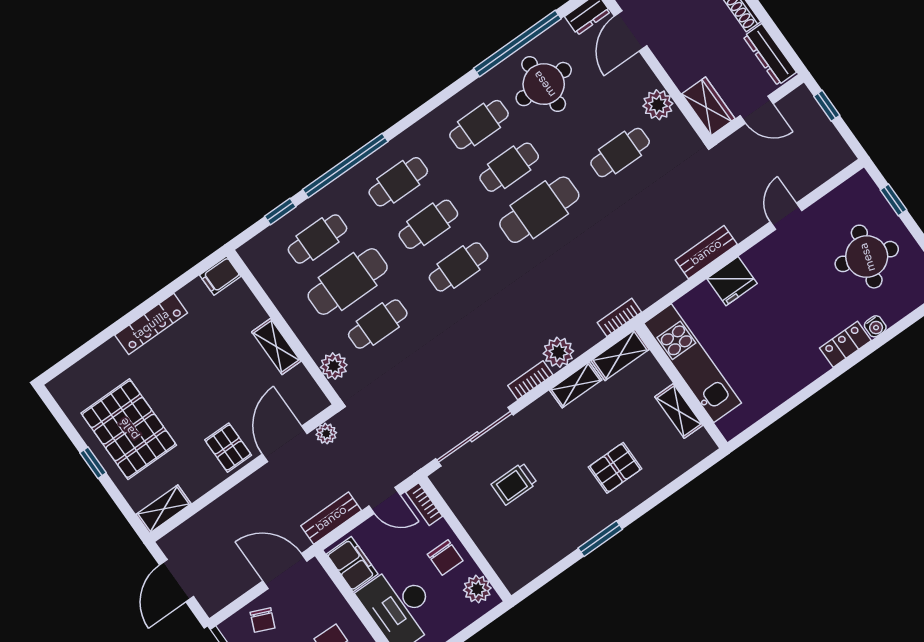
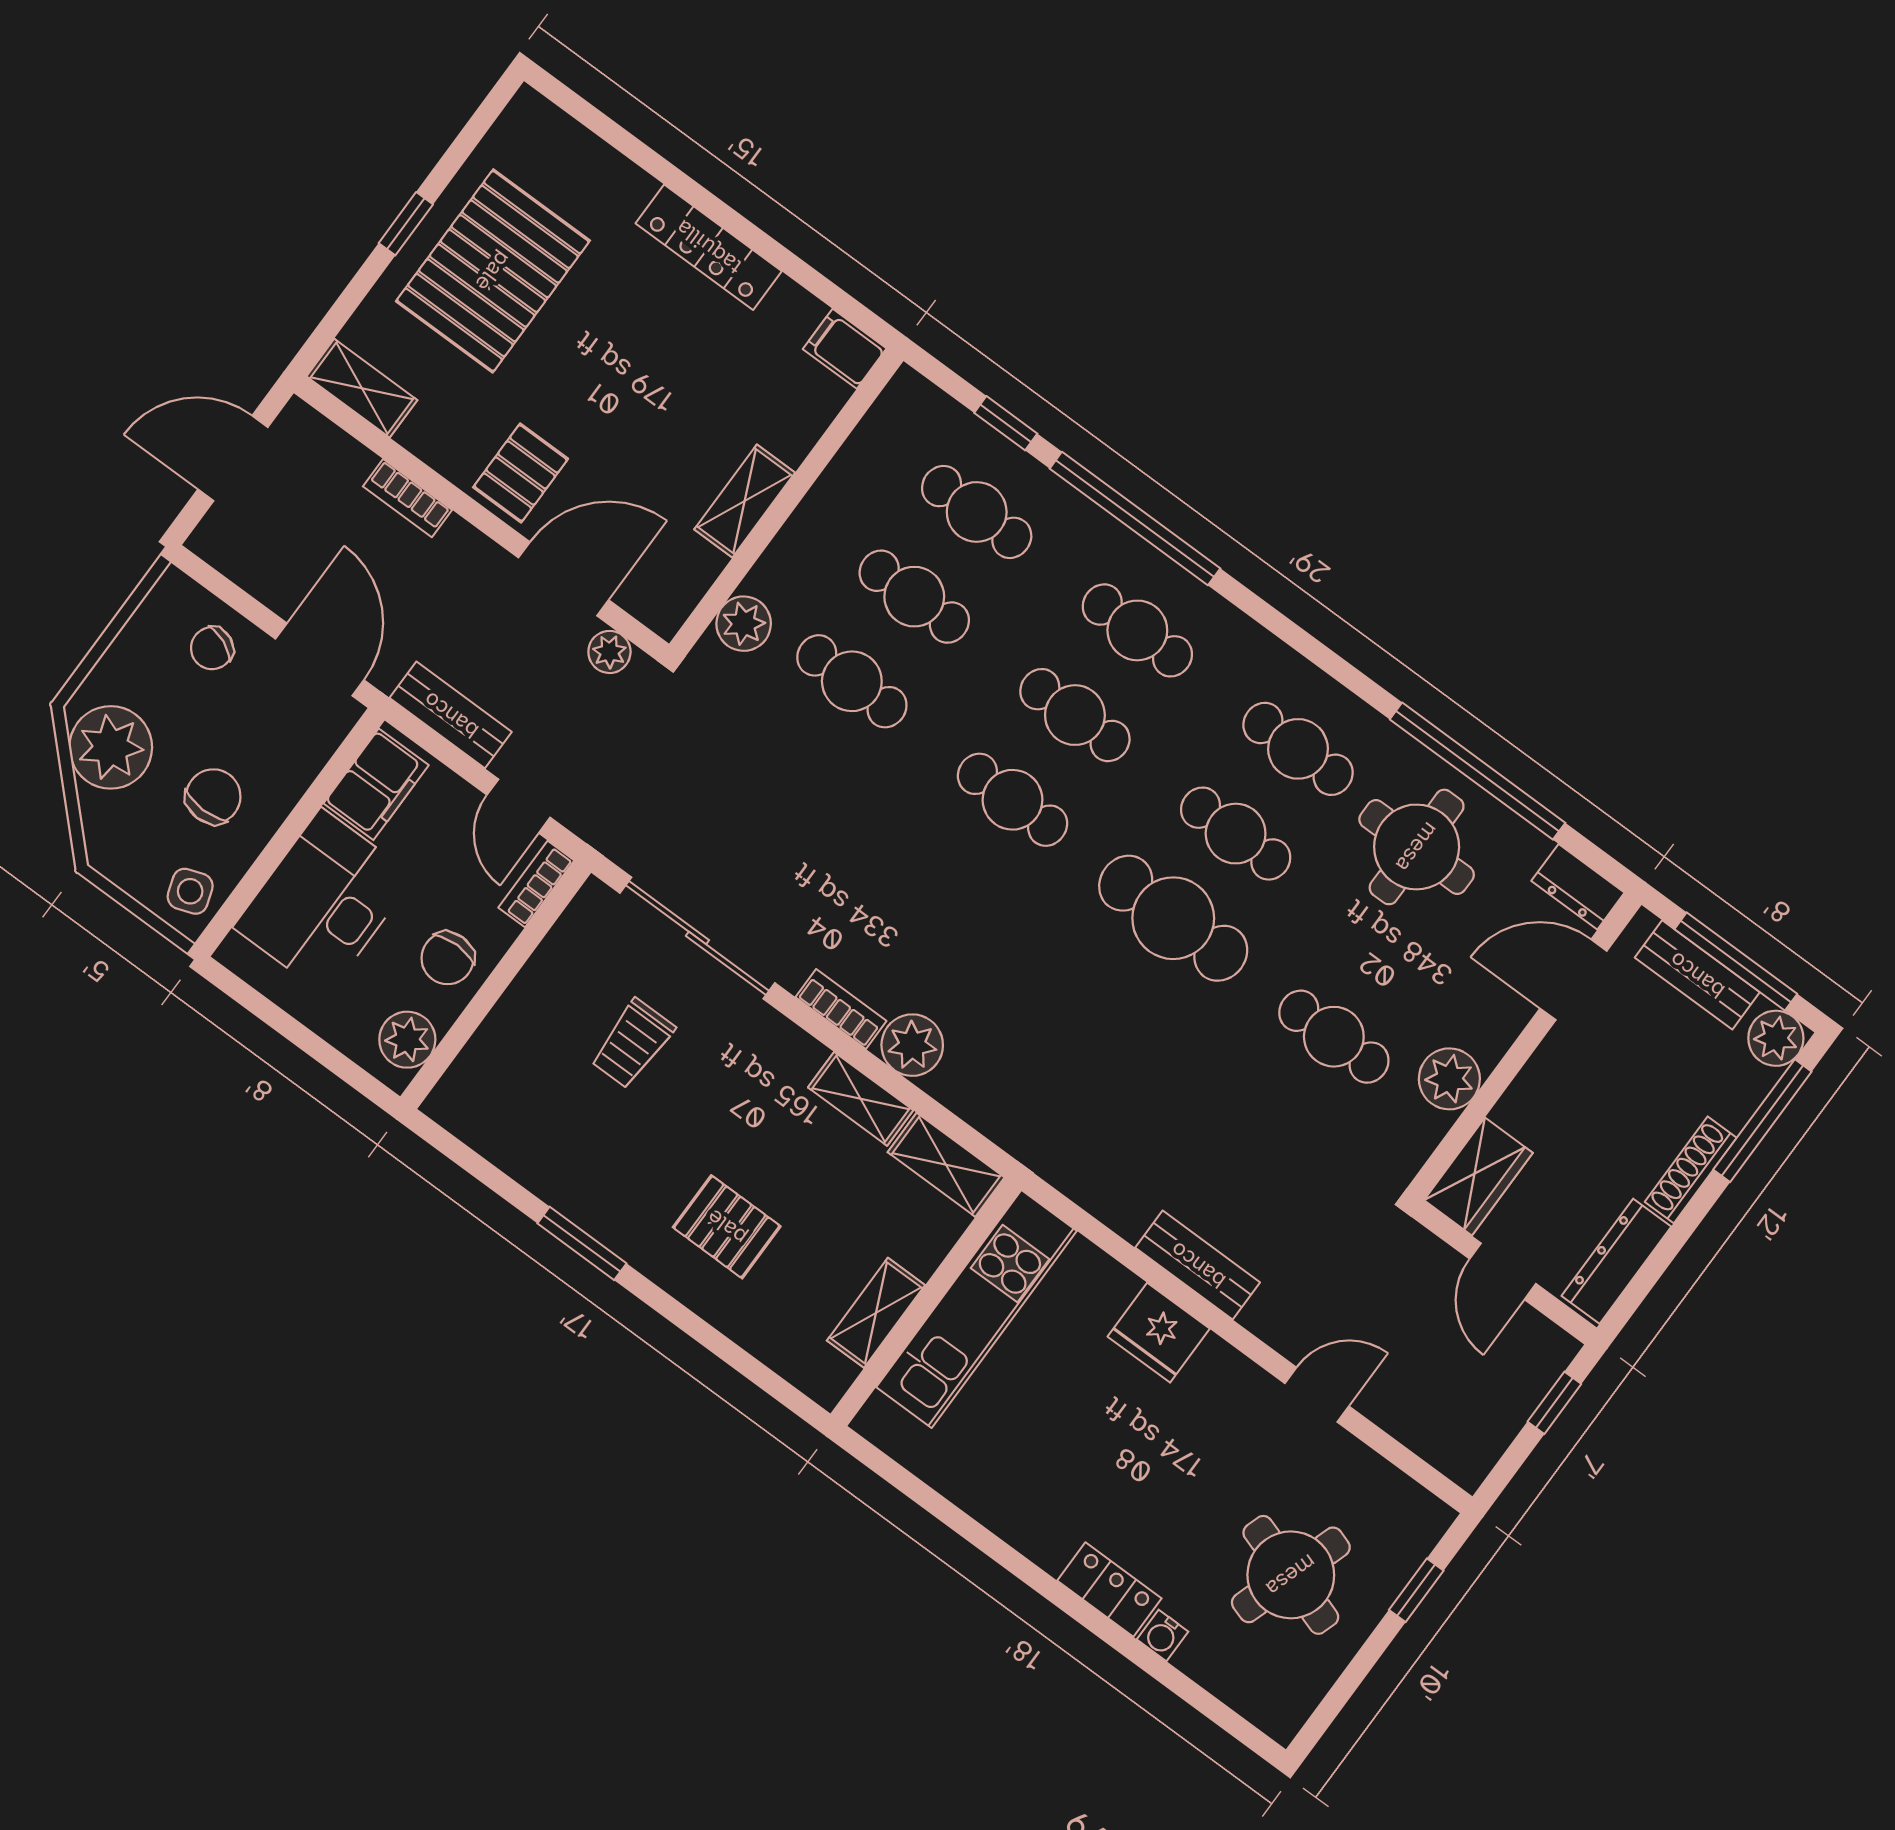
cafe table: (348, 282) -> (914, 597), width x0.73, depth x0.74
bookcase: (619, 317) -> (407, 498), moved, turned 180
trolley: (514, 484) -> (633, 1044), turned -90

